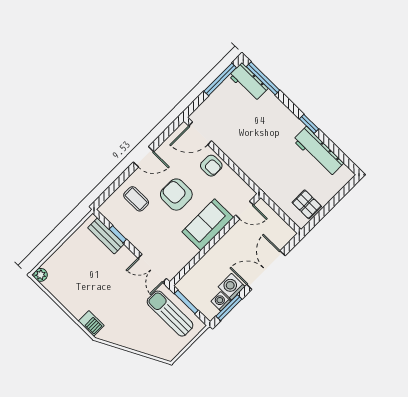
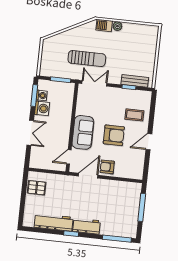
window: (220, 79) -> (142, 207), moved
workbench: (248, 82) -> (86, 226), moved
door: (200, 133) -> (88, 176), moved
double door: (266, 270) -> (30, 133), width x0.73
plant: (41, 275) -> (117, 26), moved
sun lounger: (170, 314) -> (87, 59), moved

